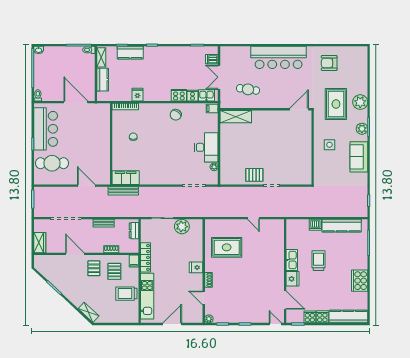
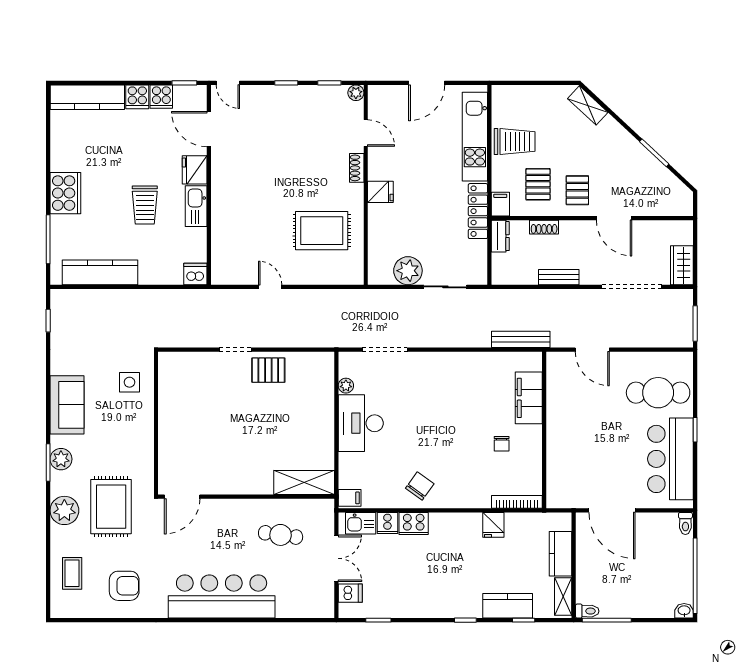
coffee table: (356, 69) -> (72, 573), added
side table: (329, 145) -> (129, 382), moved
filing cabinet: (126, 178) -> (529, 398), moved, turned 90
dishwasher: (315, 225) -> (195, 274), moved
dresser: (134, 231) -> (500, 236), moved
wardrobe: (40, 243) -> (682, 265), moved
cooker: (360, 281) -> (65, 193), moved

